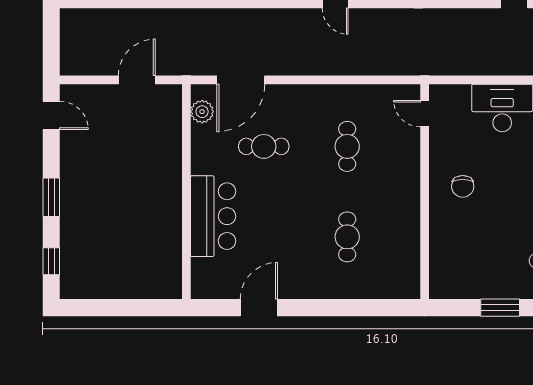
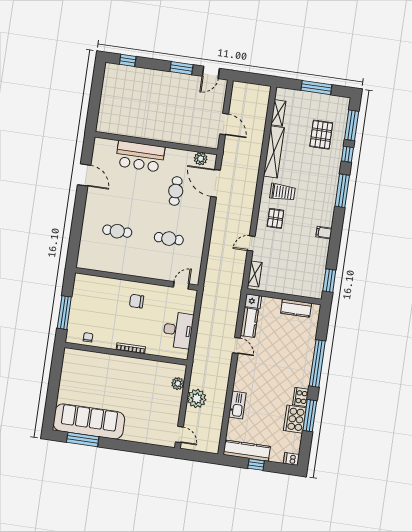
window: (51, 197) -> (181, 68), moved
window: (500, 308) -> (64, 313), width x1.44

